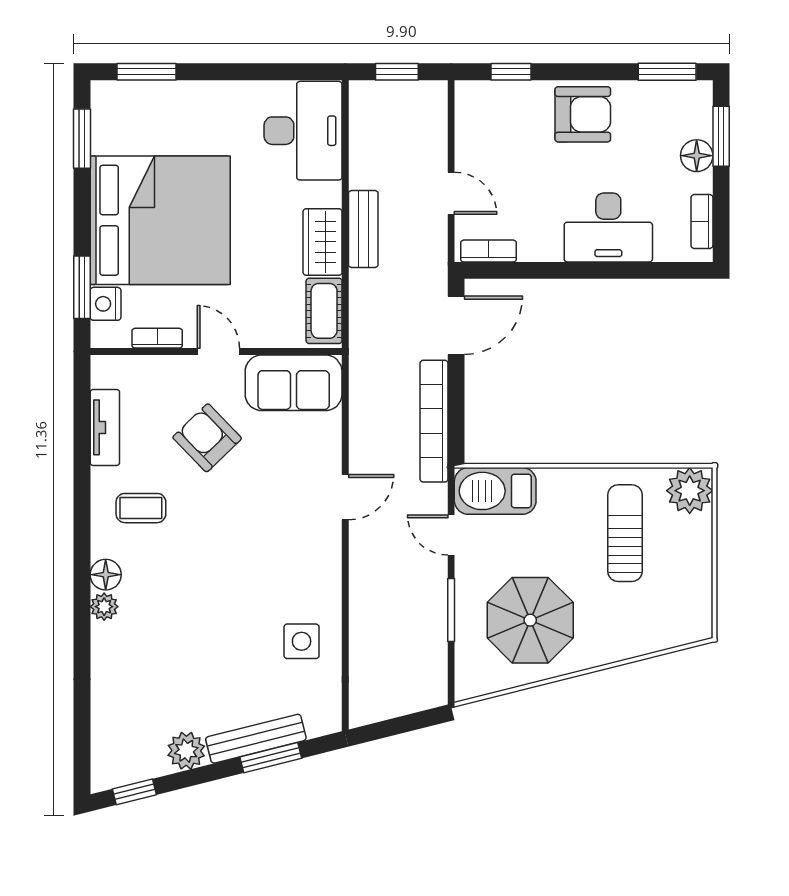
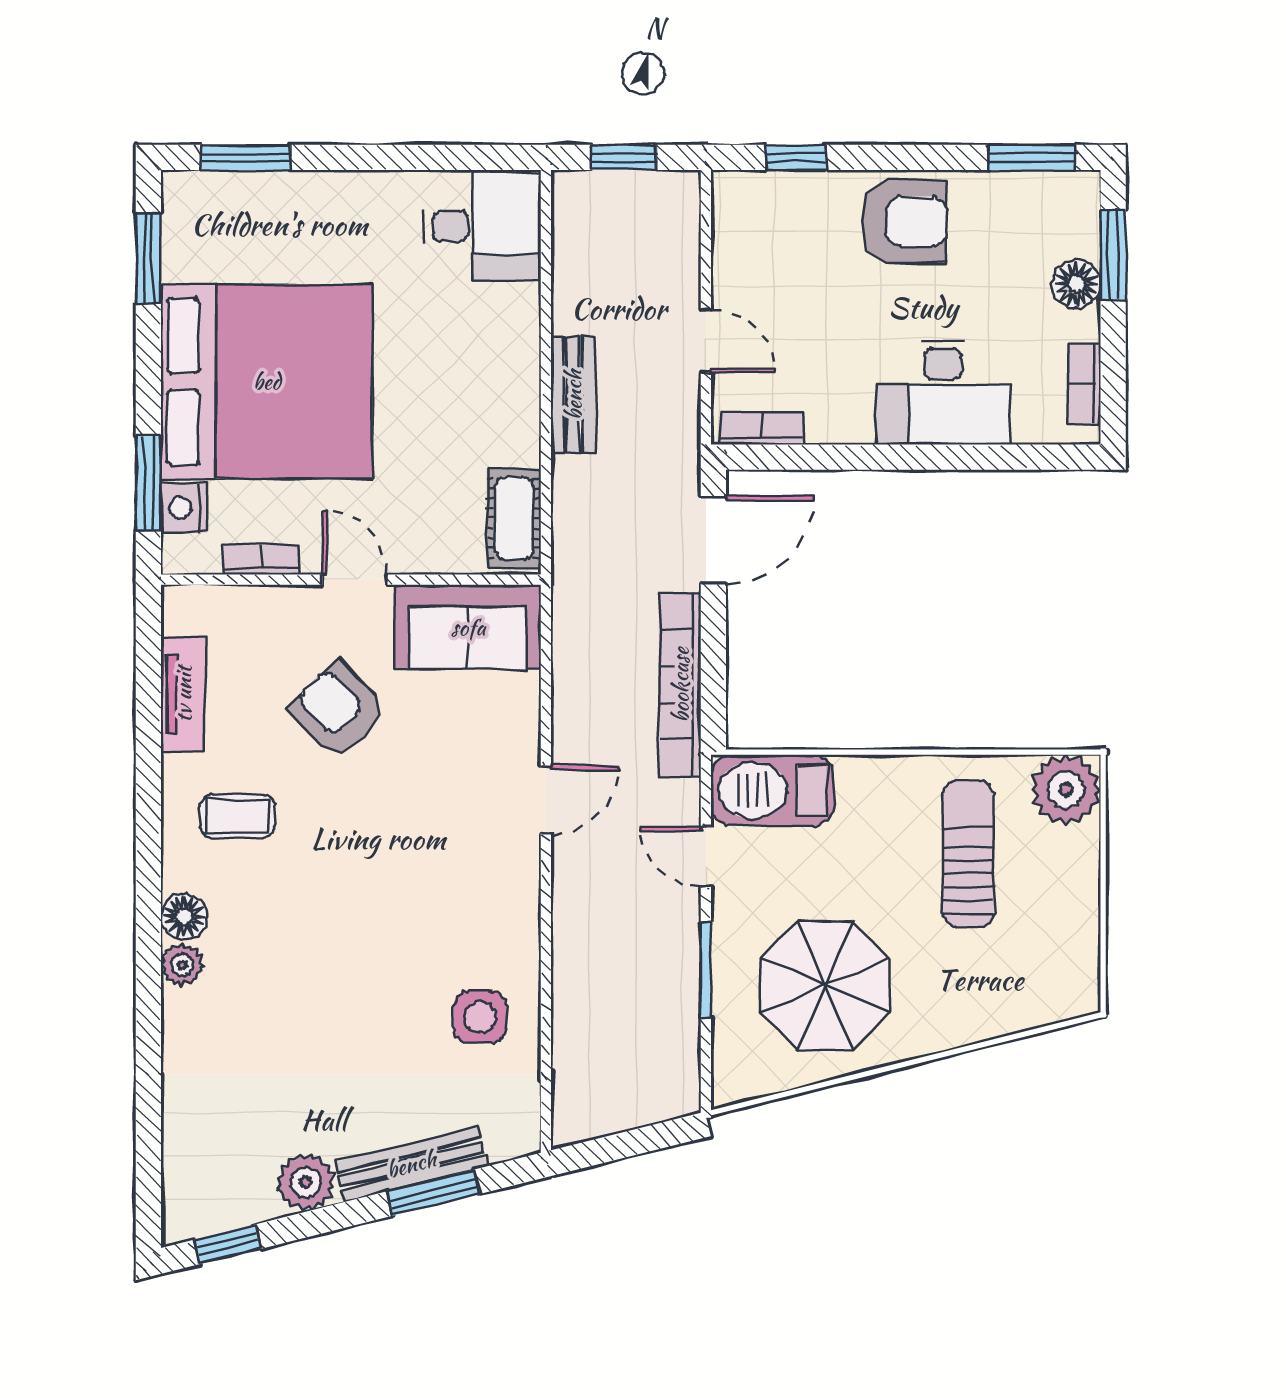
desk: (303, 131) -> (482, 226), width x0.73
wardrobe: (323, 242) -> (512, 414), removed

